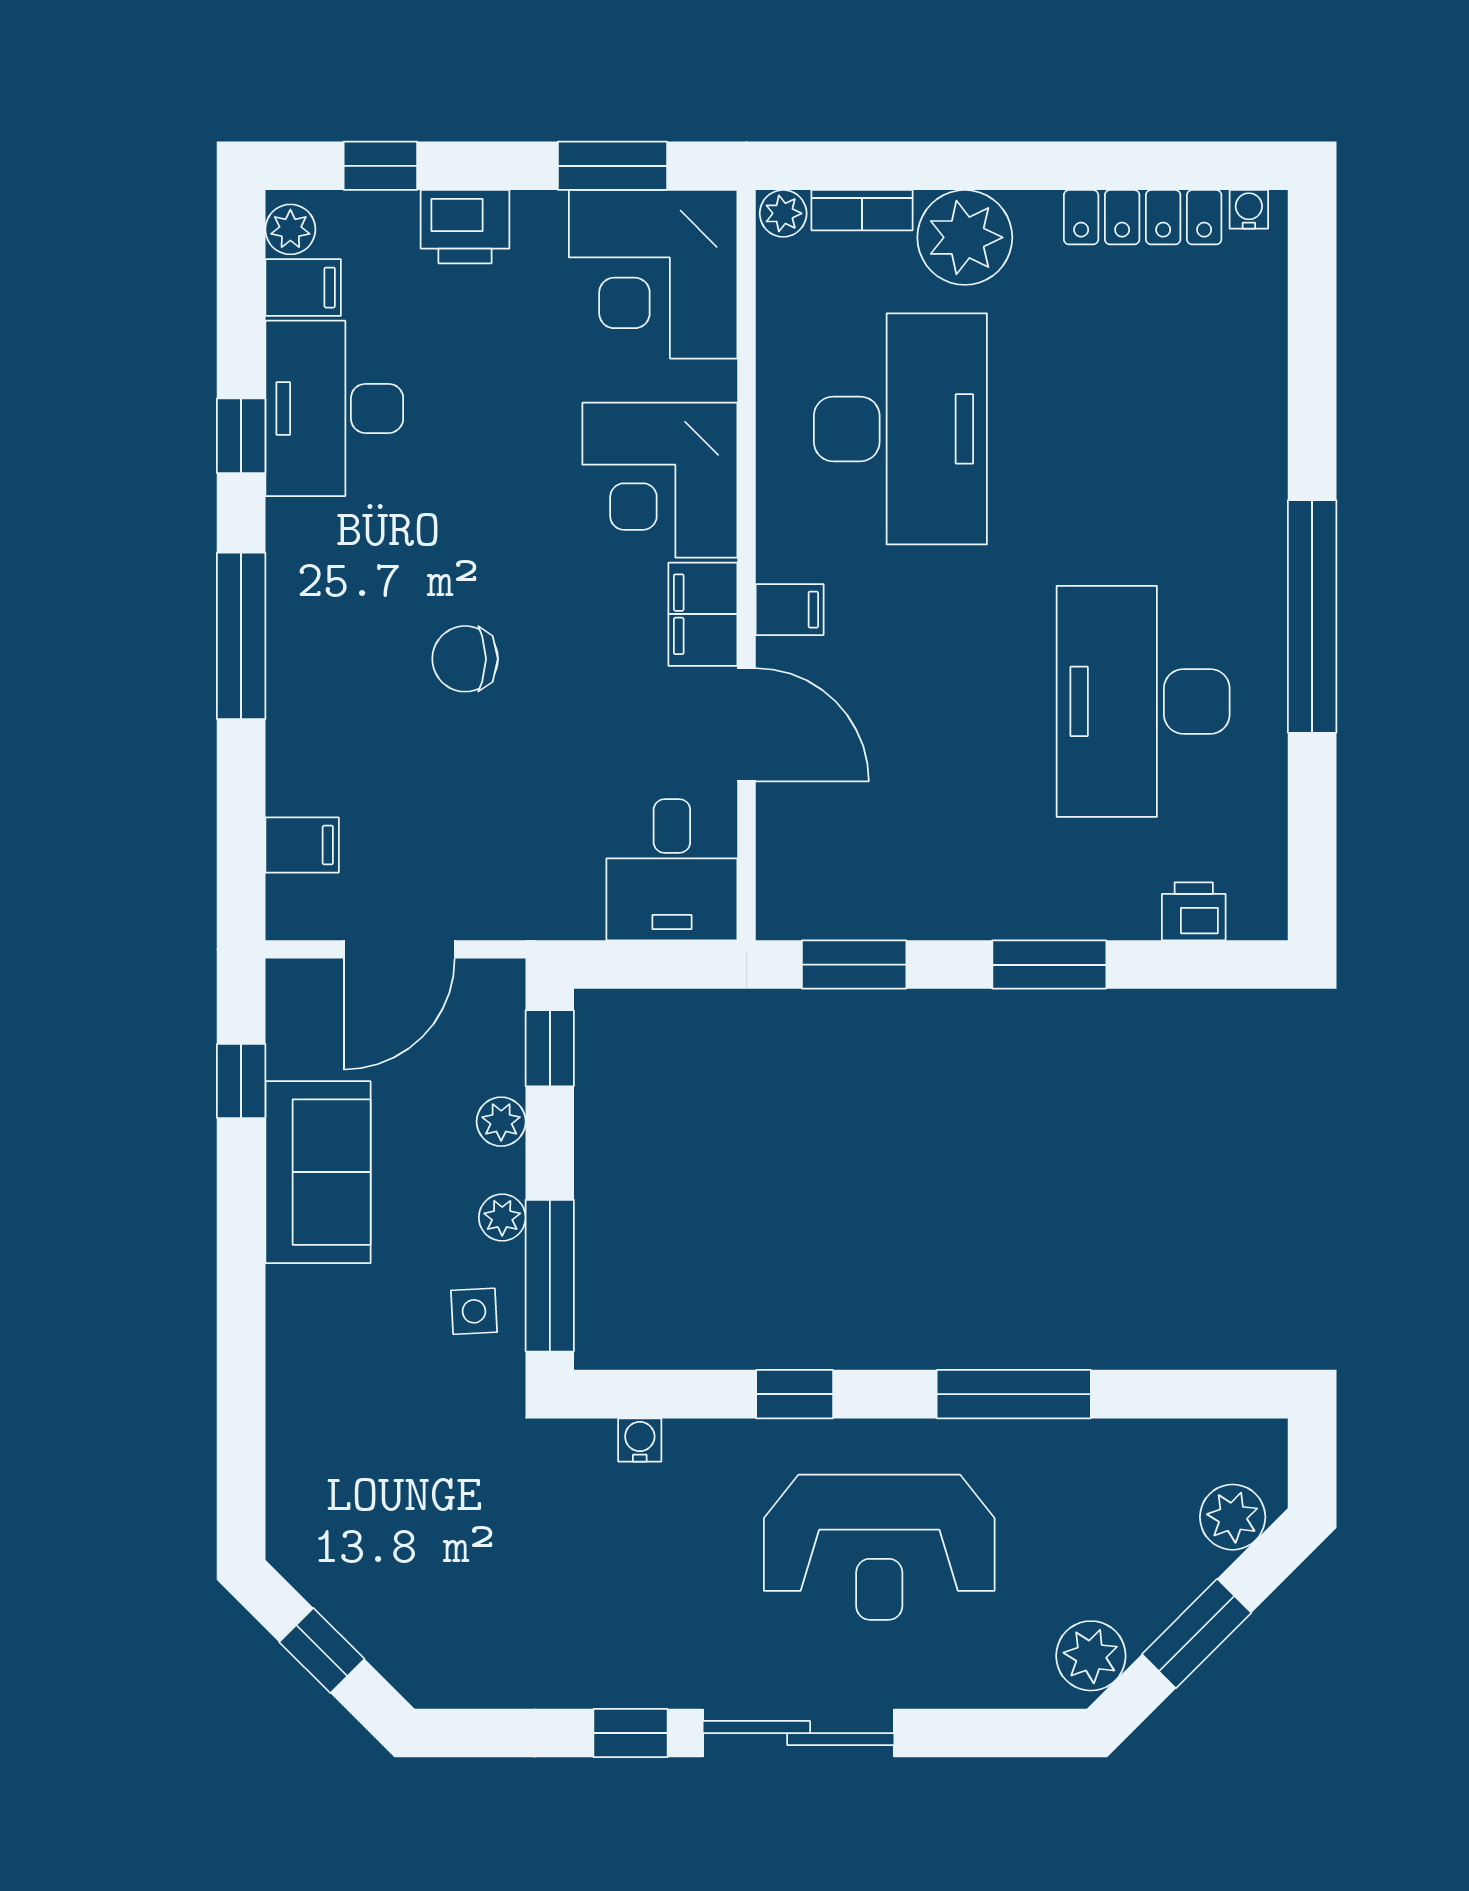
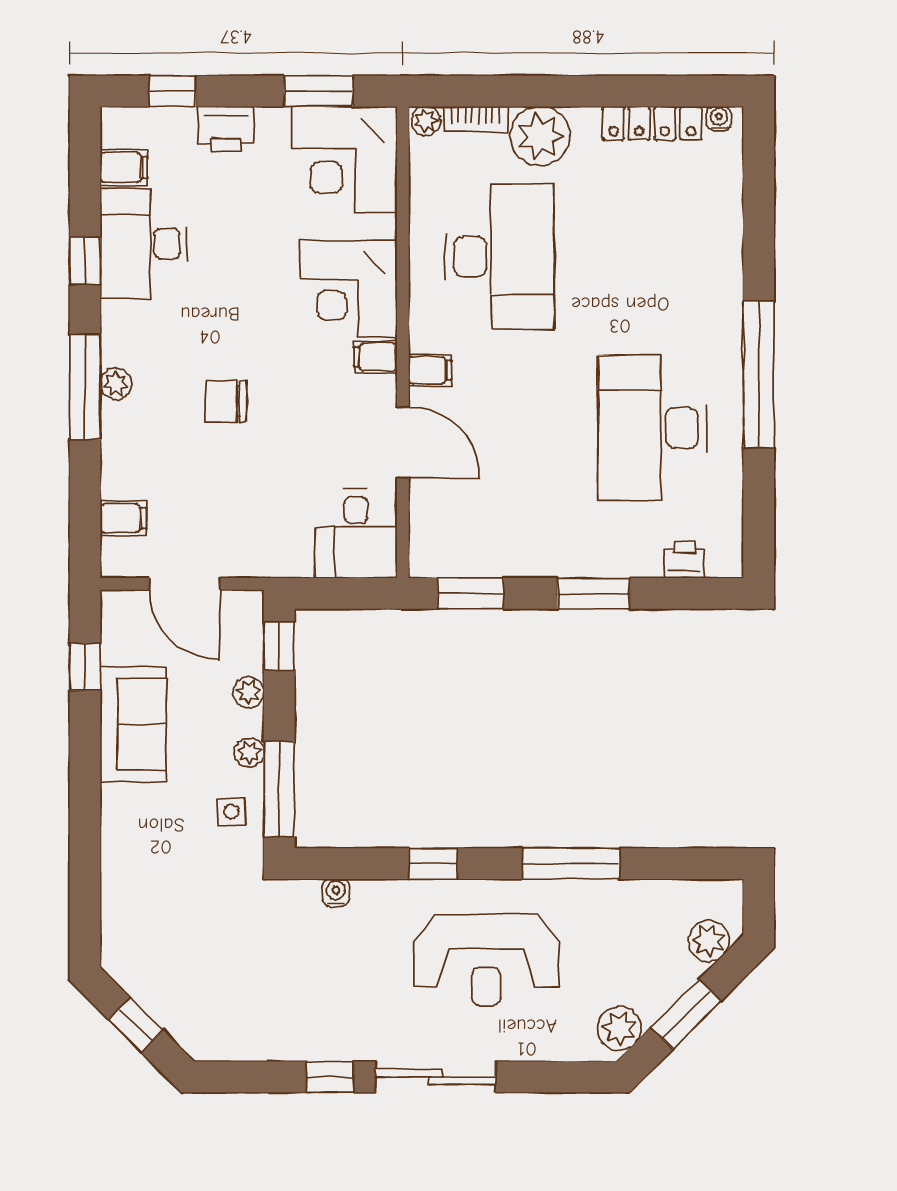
plant: (290, 229) -> (116, 384), moved
filing cabinet: (703, 614) -> (375, 357), width x0.50
door: (399, 949) -> (184, 584), hinge flipped

